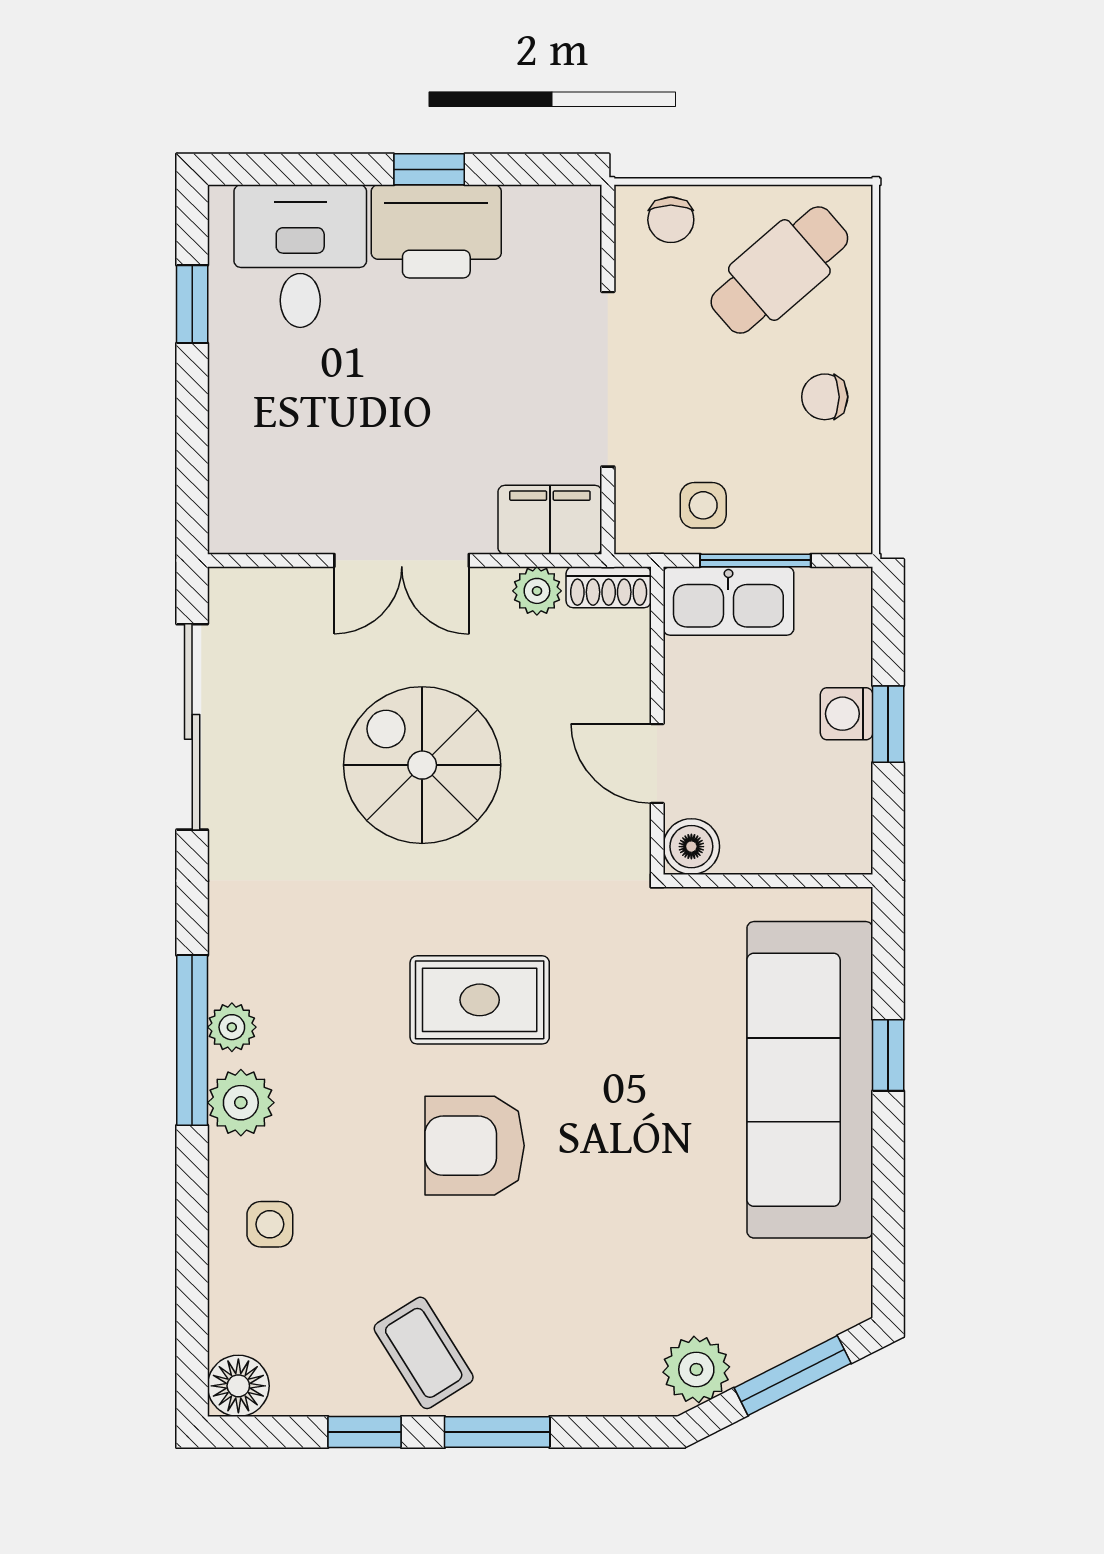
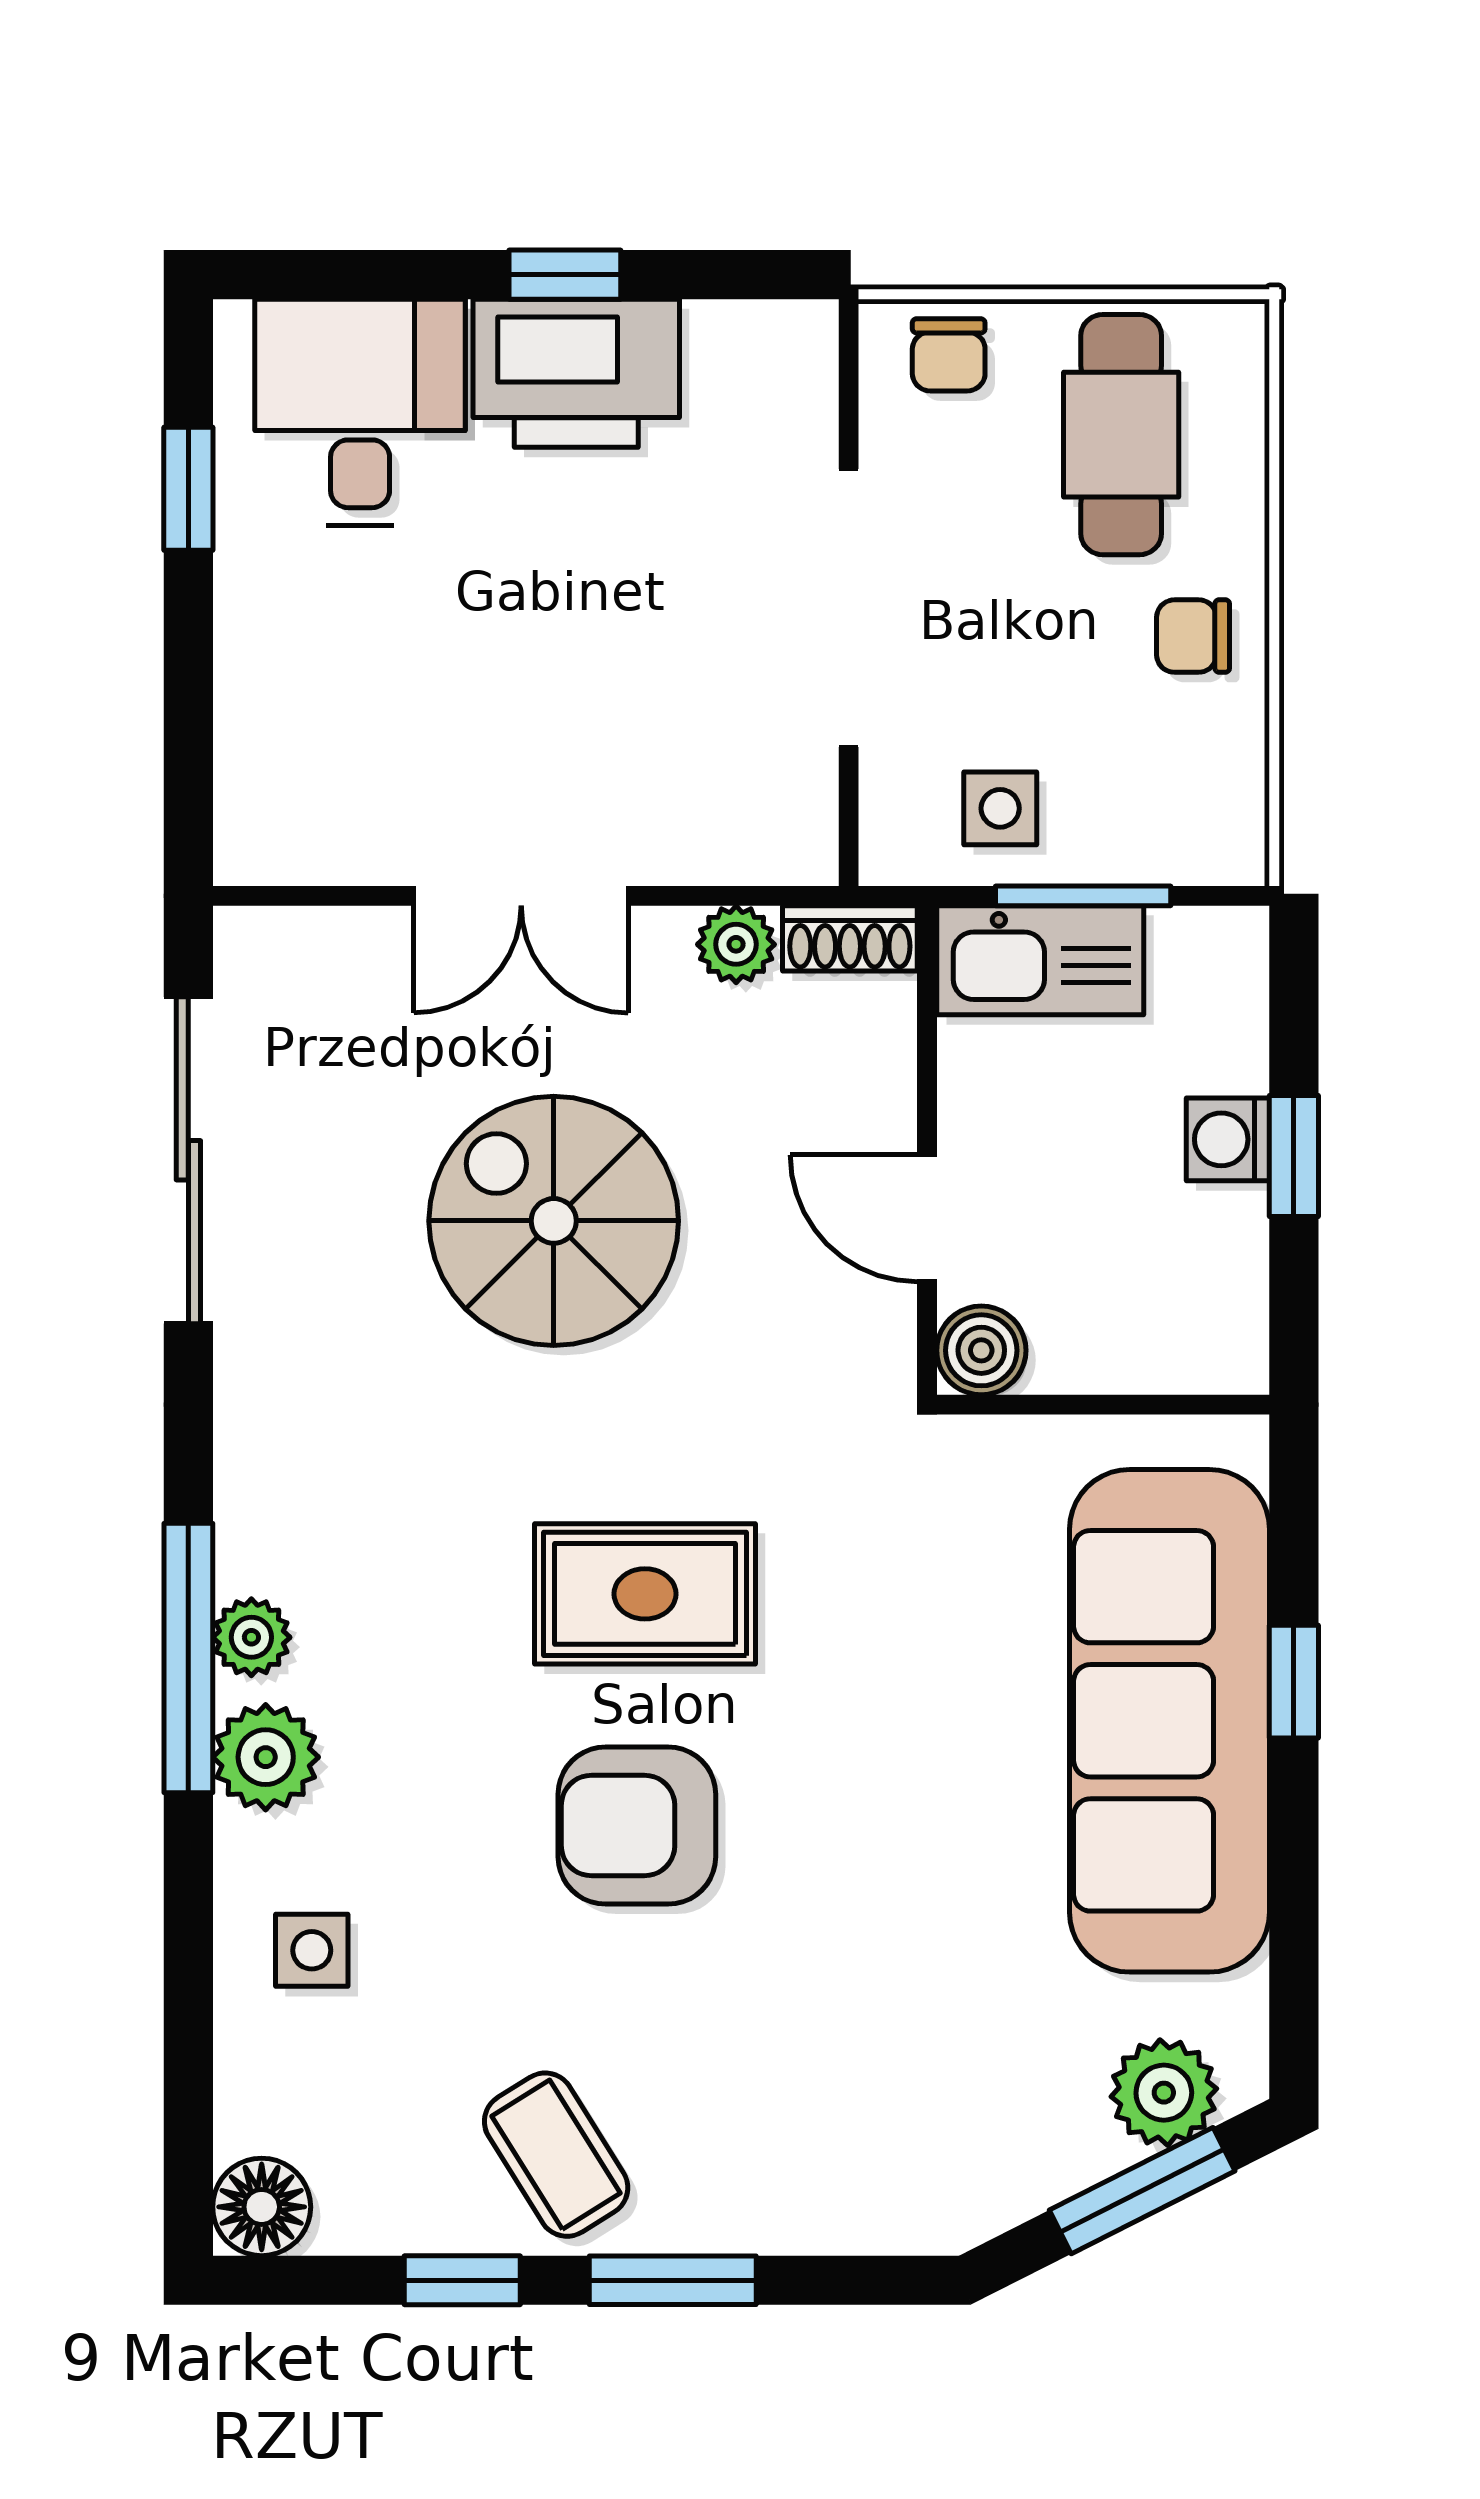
cafe table: (779, 270) -> (1121, 435), turned -49
filing cabinet: (550, 520) -> (757, 831), removed
plant: (696, 1369) -> (1164, 2093), moved

